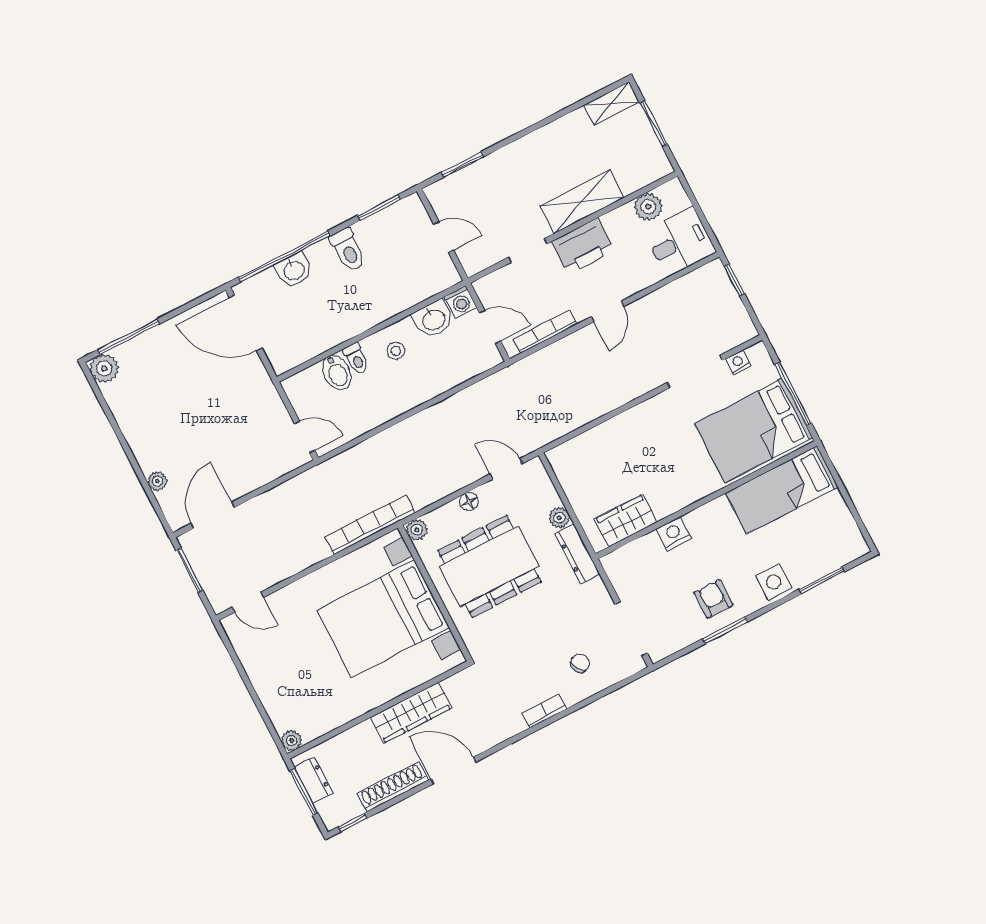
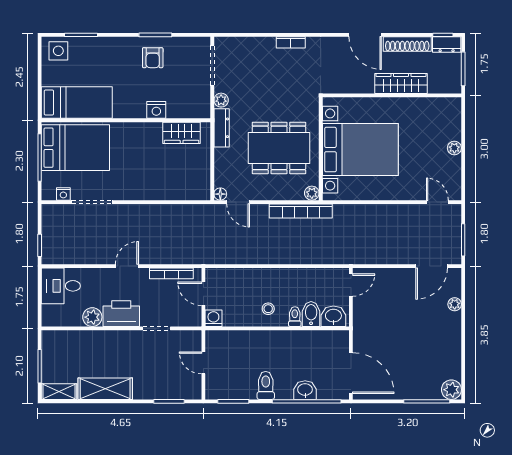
shelving: (582, 202) -> (105, 389), moved
plant: (648, 207) -> (92, 317), moved
washbasin: (433, 319) -> (333, 316), moved
door: (305, 437) -> (351, 285), swing flipped
floor lamp: (469, 501) -> (220, 194), moved
plant: (559, 518) -> (221, 100), moved
bookcase: (370, 525) -> (301, 211), moved
side table: (774, 582) -> (58, 51), moved
chair: (580, 663) -> (254, 60), removed
wardrobe: (411, 713) -> (401, 83), moved
plant: (292, 741) -> (454, 148), moved
dresser: (314, 780) -> (447, 45), moved, turned -90

